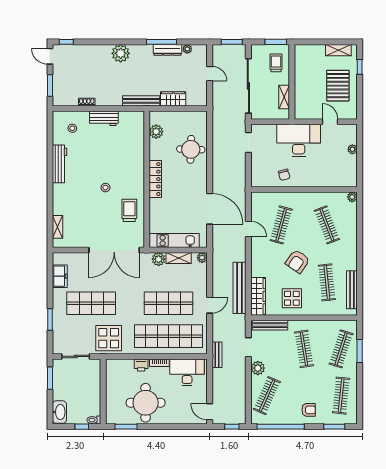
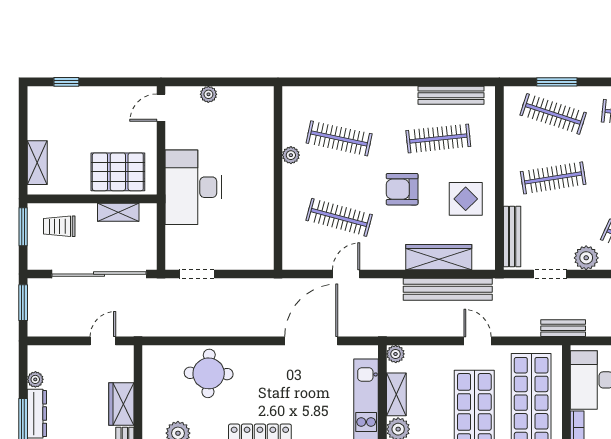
shelving: (338, 50) -> (37, 163), moved
door: (210, 74) -> (103, 341), moved
pallet: (338, 86) -> (118, 172), moved
door: (330, 122) -> (161, 108), moved
chair: (284, 175) -> (253, 212), removed
plant: (352, 197) -> (291, 155), moved
clothes rail: (327, 225) -> (339, 138), turned 33
armchair: (298, 261) -> (402, 189), turned 145
wardrobe: (258, 296) -> (439, 257), moved

